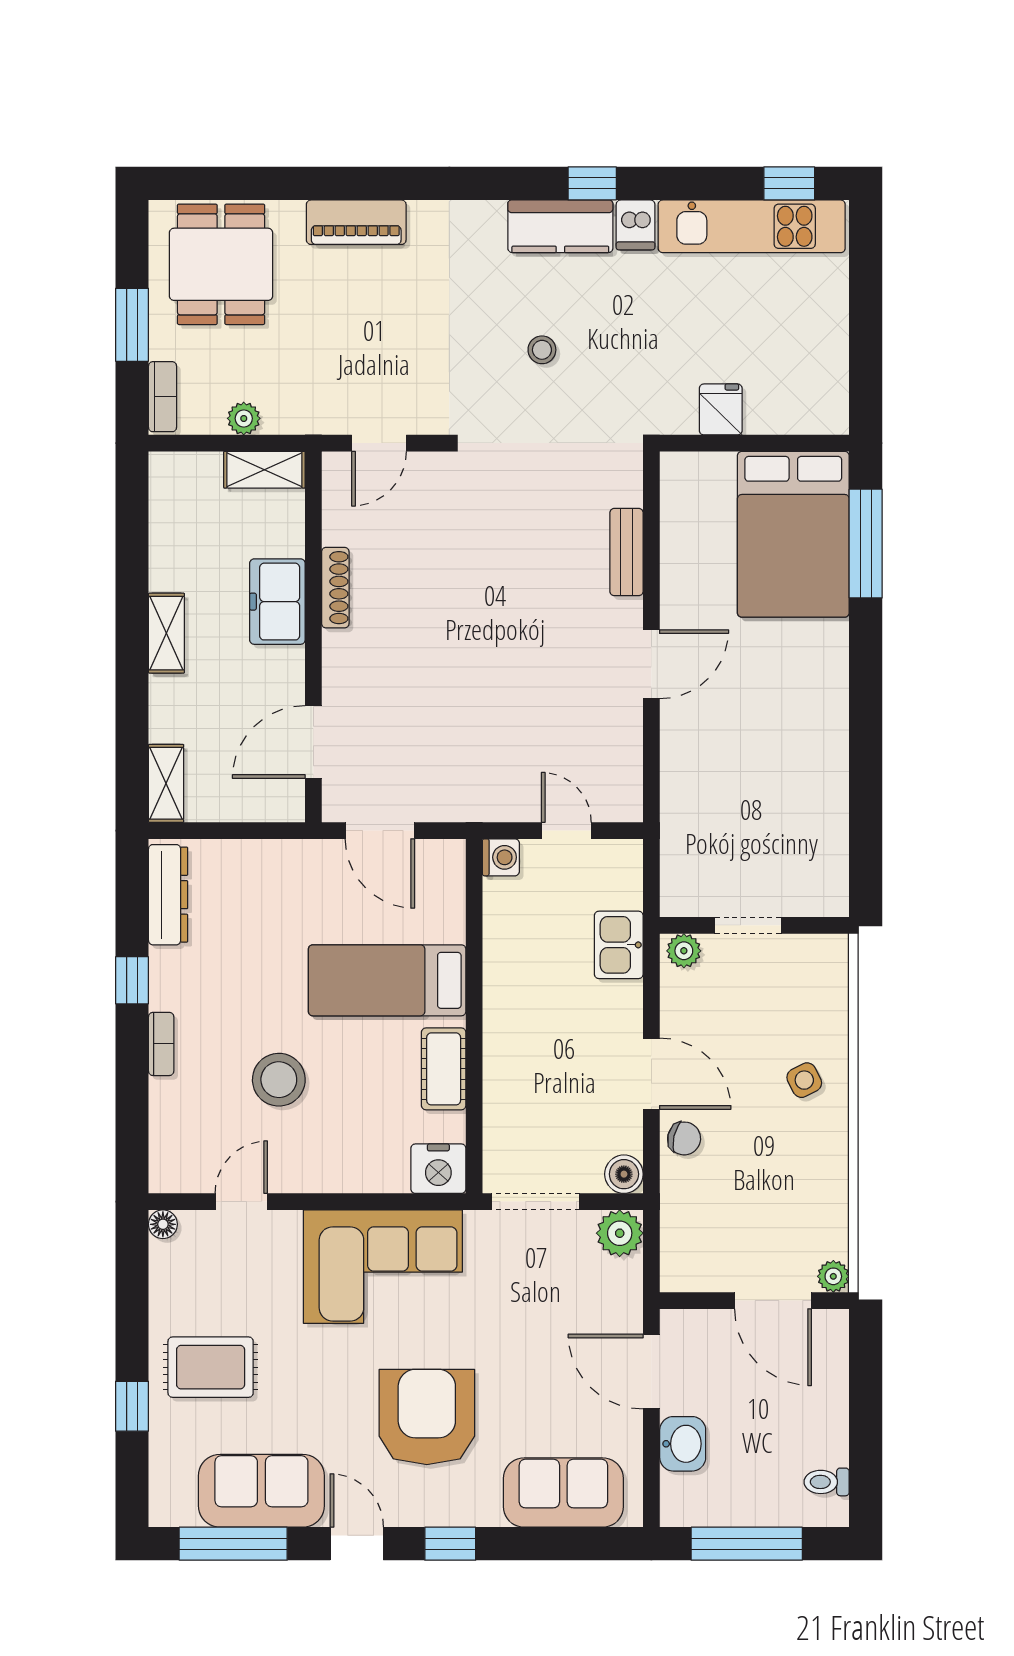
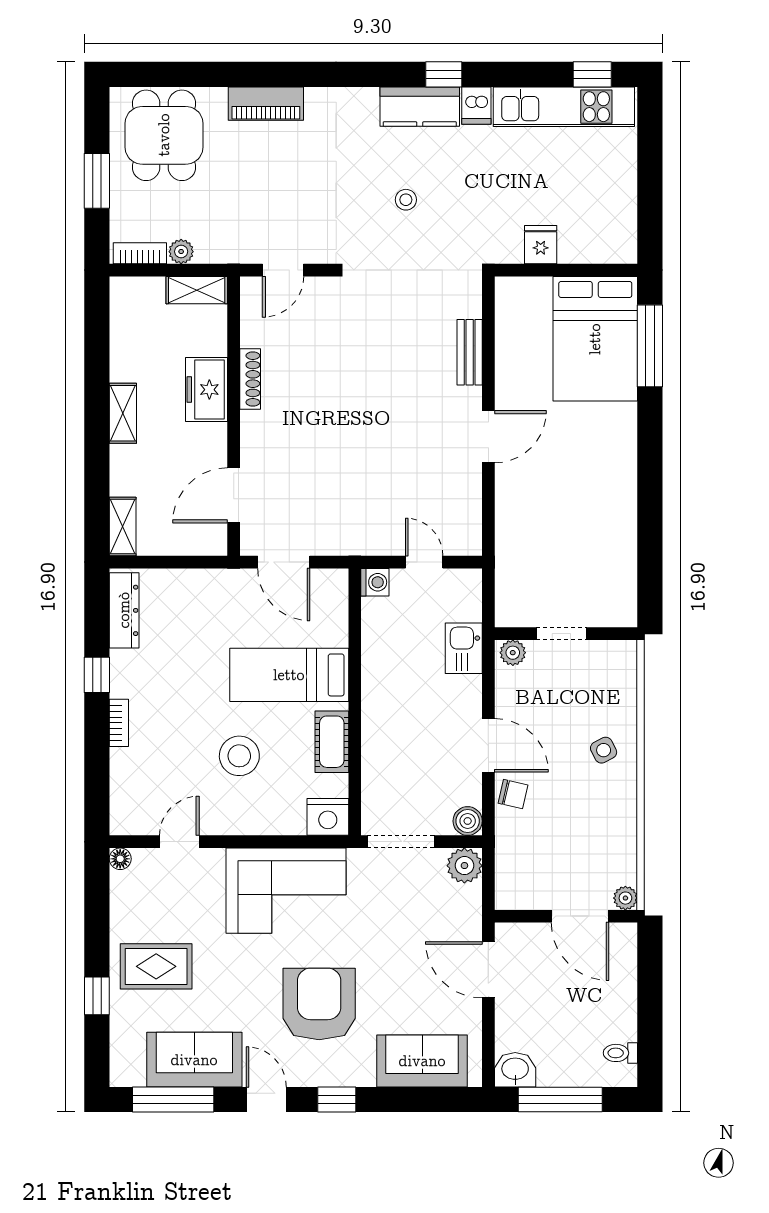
bookcase: (163, 397) -> (140, 253), moved, turned -90
stool: (279, 1080) -> (239, 756), moved
washbasin: (683, 1444) -> (515, 1070), moved, turned -90

